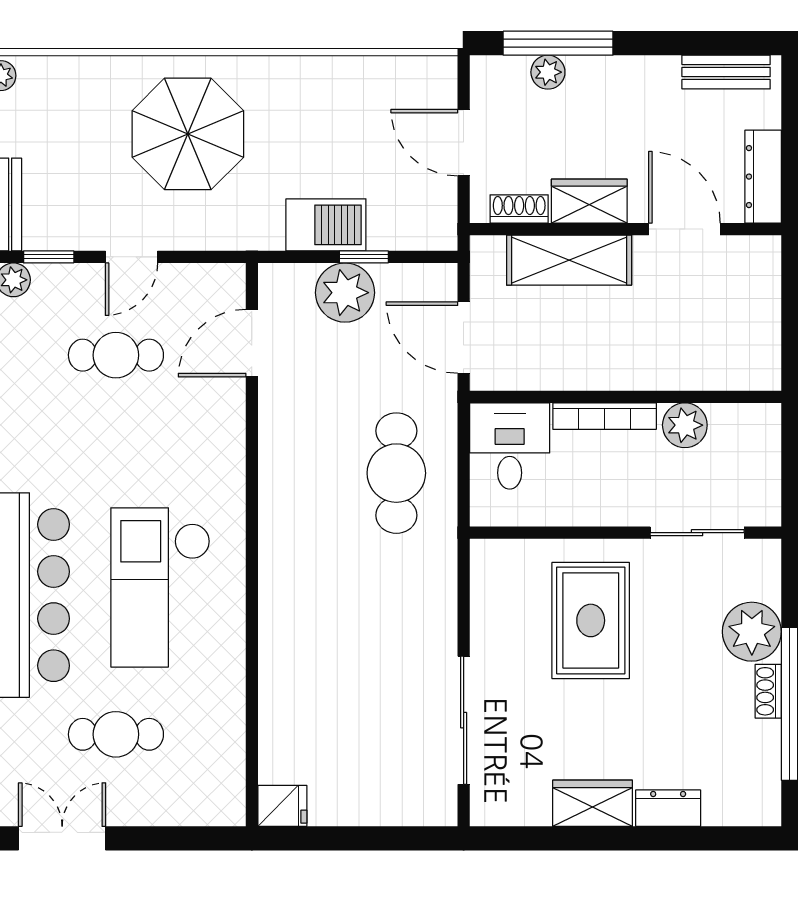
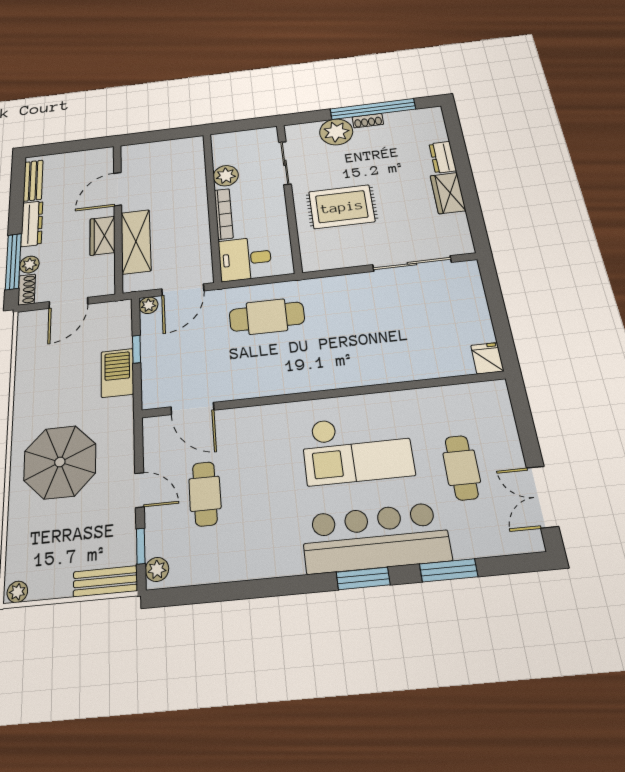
dresser: (763, 177) -> (32, 224), moved, turned -90
shoe rack: (519, 209) -> (27, 290), moved, turned 180
plant: (345, 293) -> (148, 305), moved, width x0.53, depth x0.53

